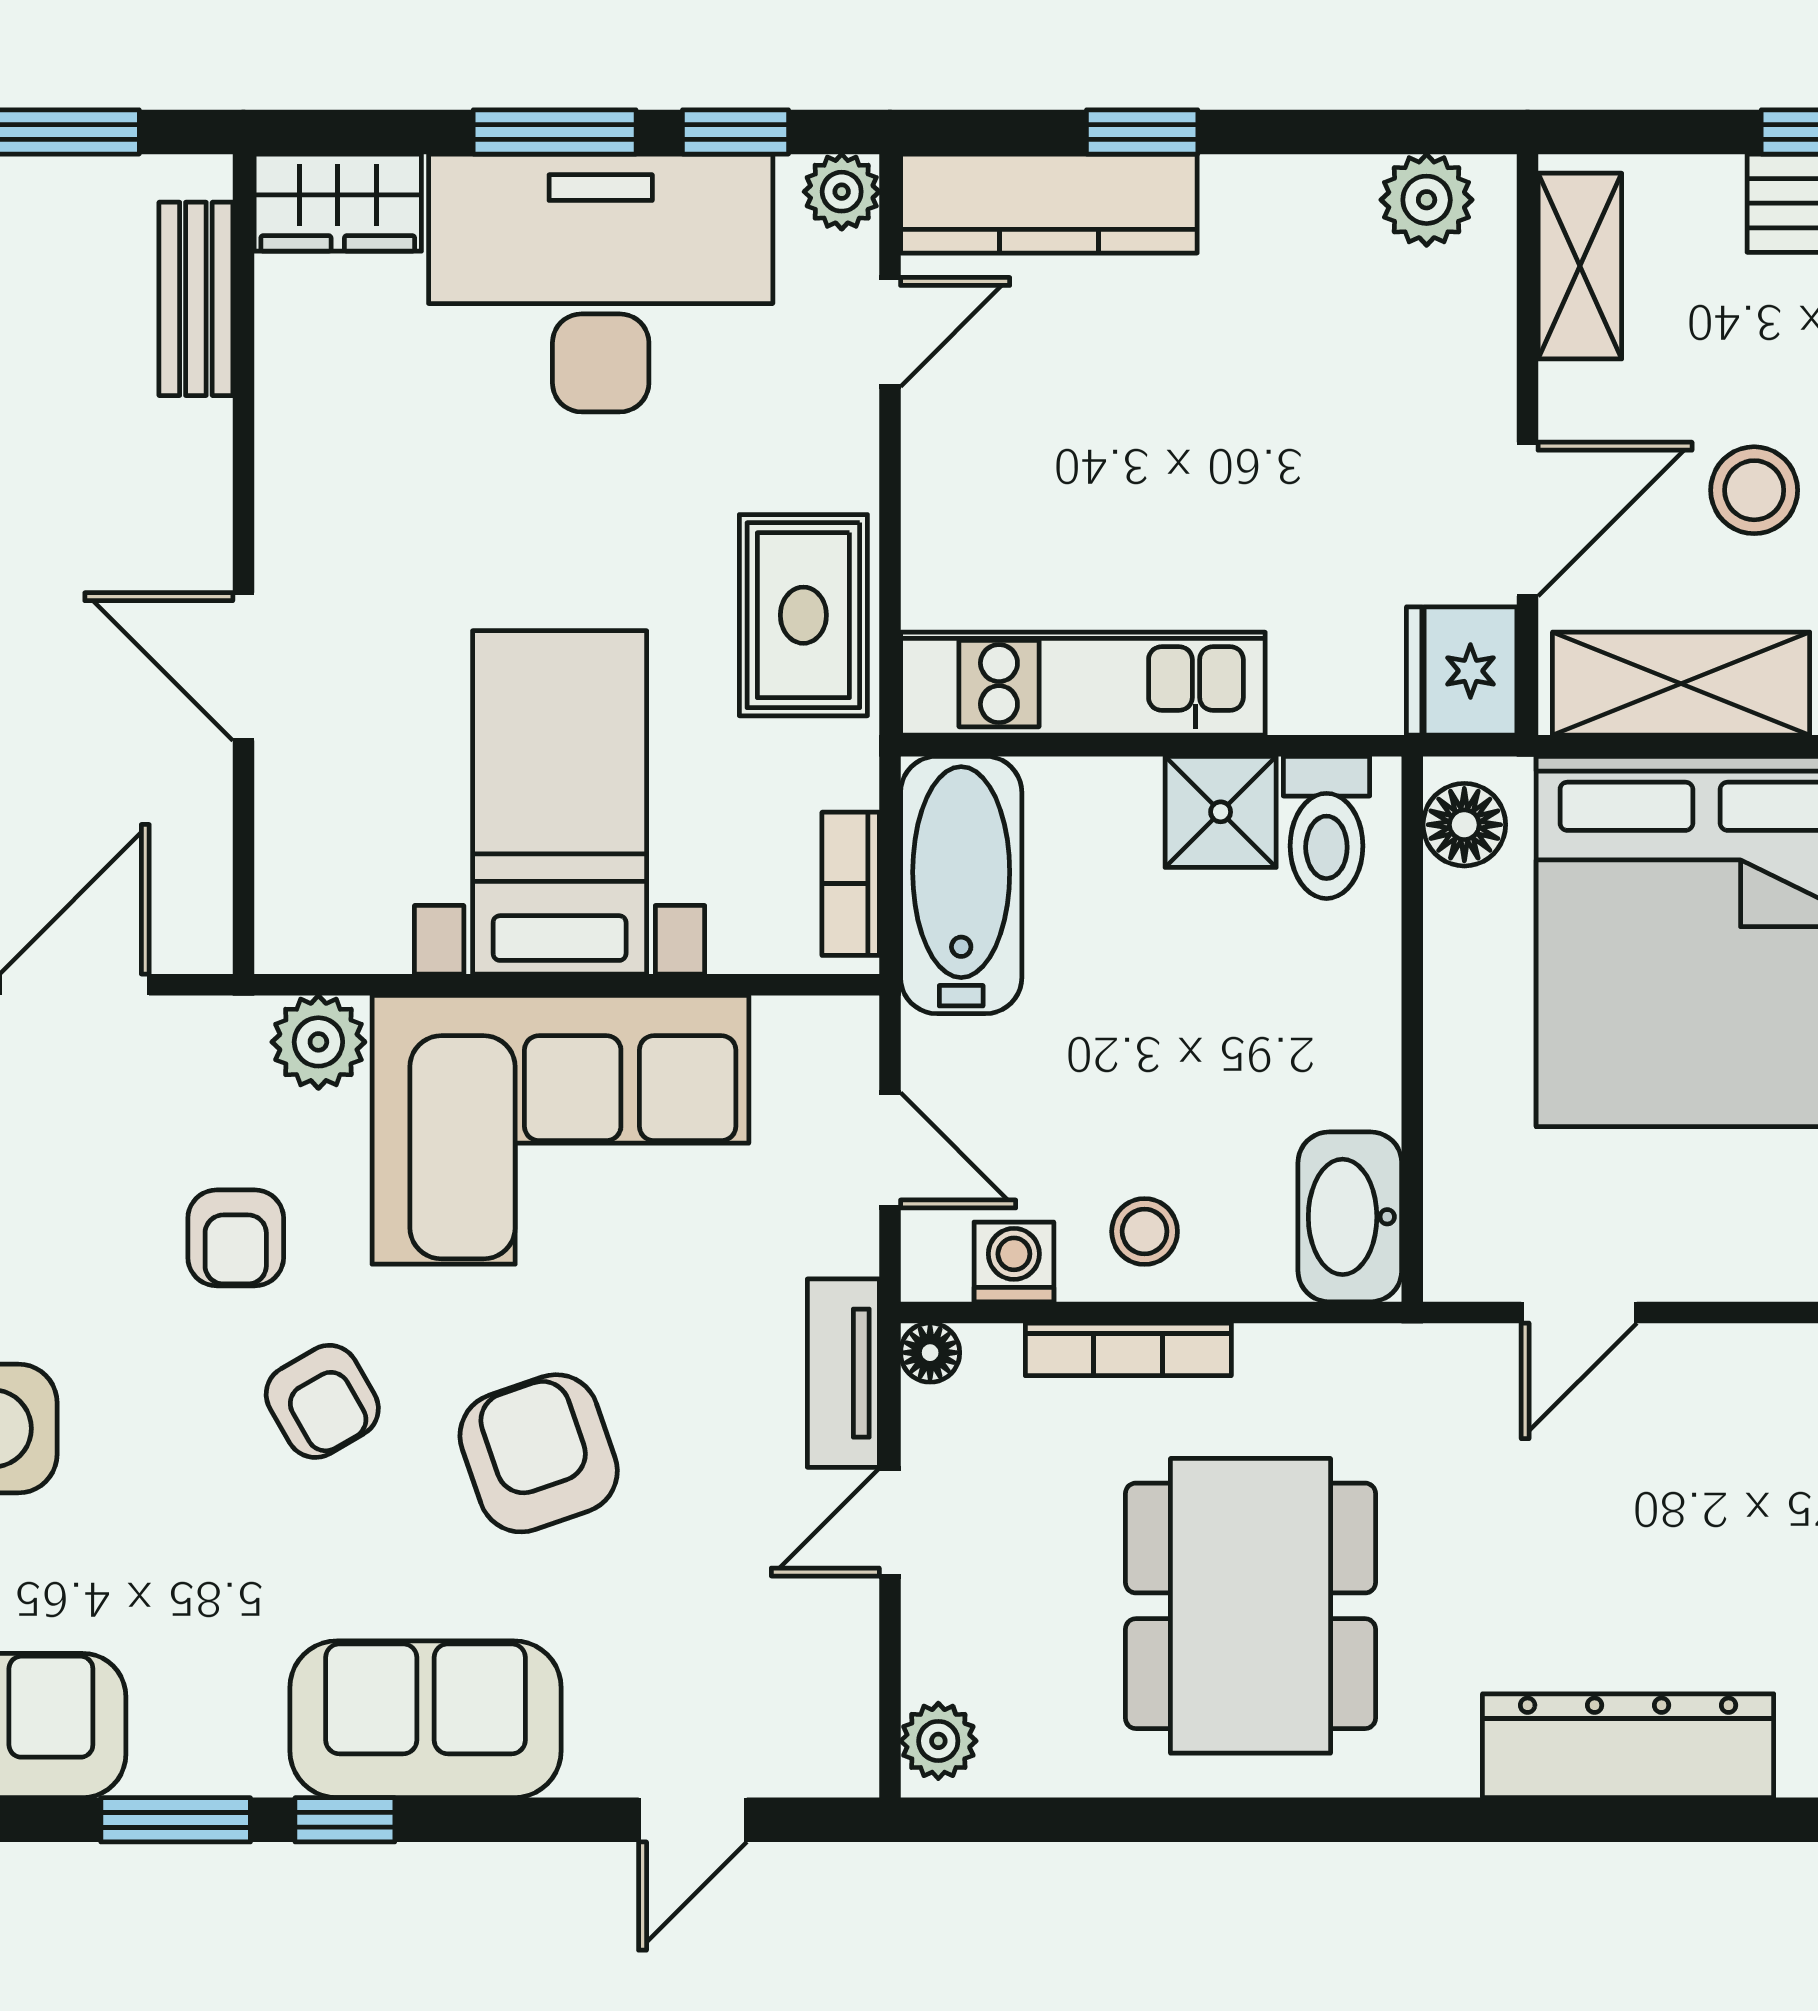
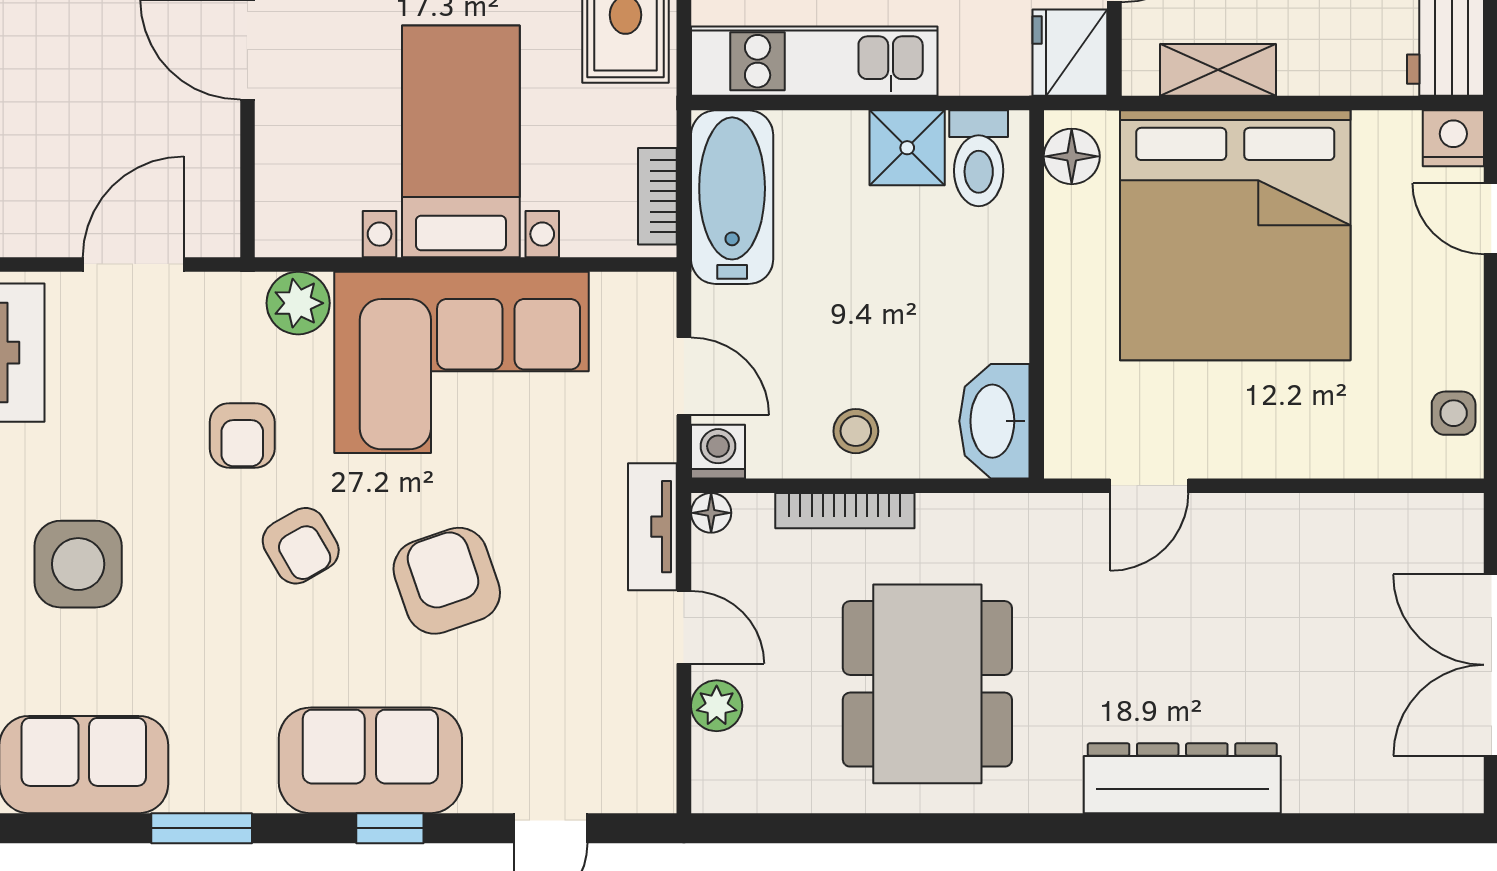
shelving: (1681, 684) -> (1218, 70), width x0.67, depth x0.75
washing machine: (1014, 1262) -> (718, 452), moved
door: (890, 1522) -> (684, 627), swing flipped
plant: (938, 1741) -> (717, 706), moved
window: (345, 1820) -> (390, 828), moved

